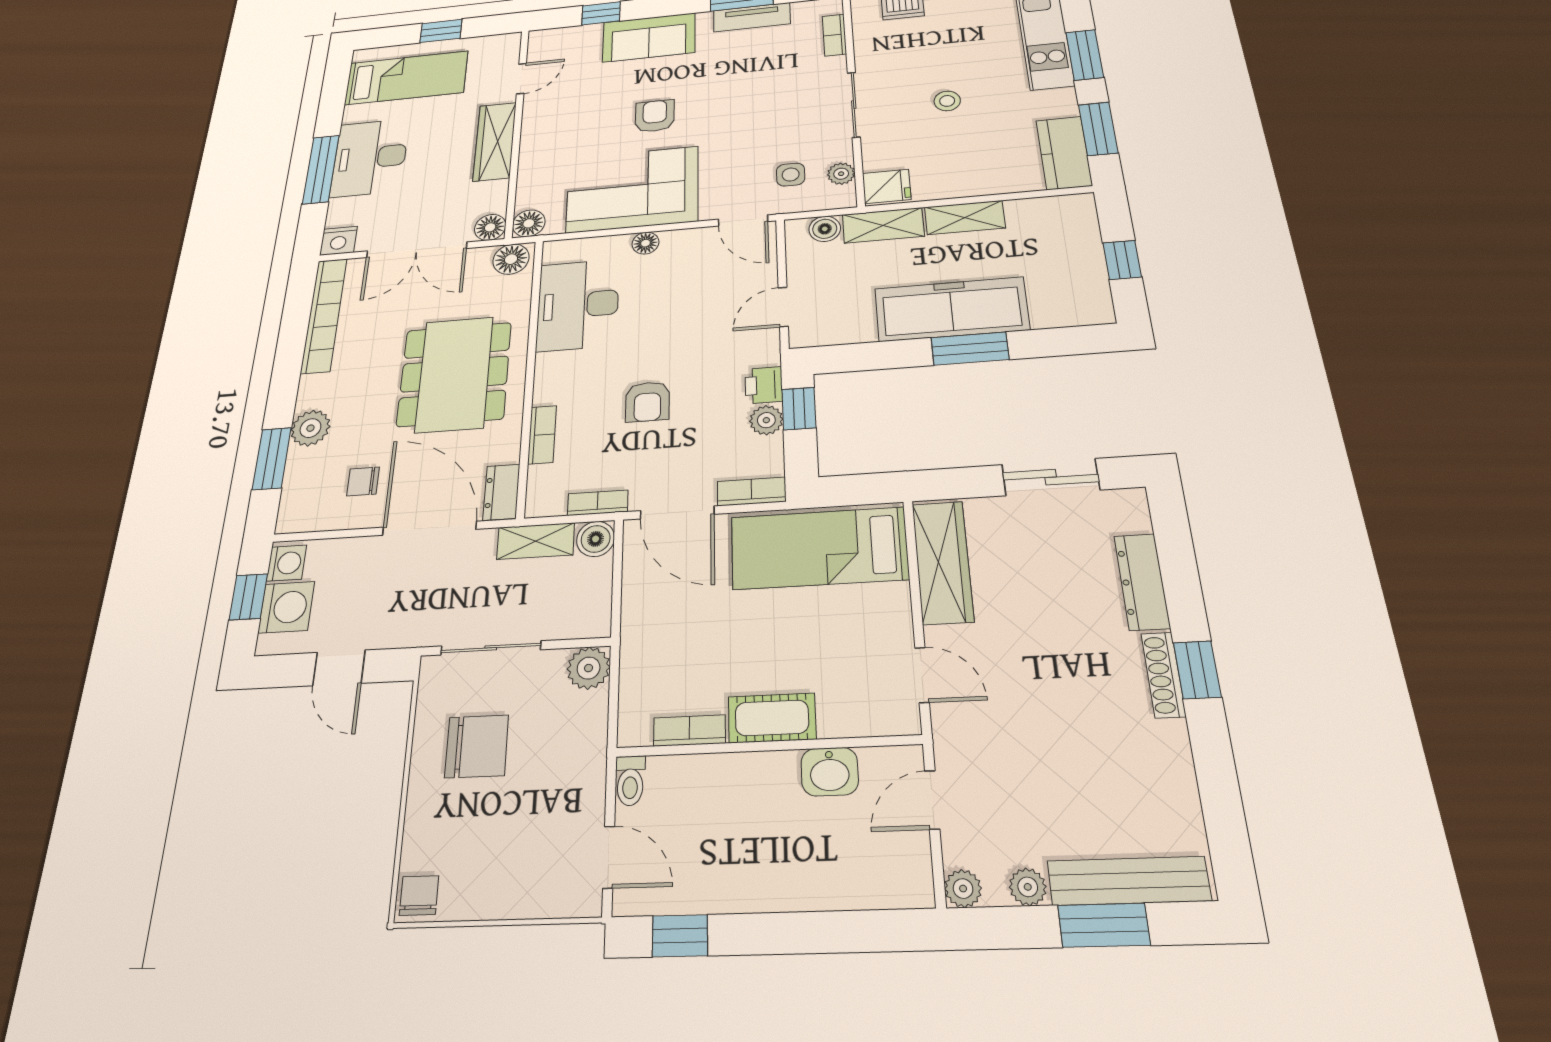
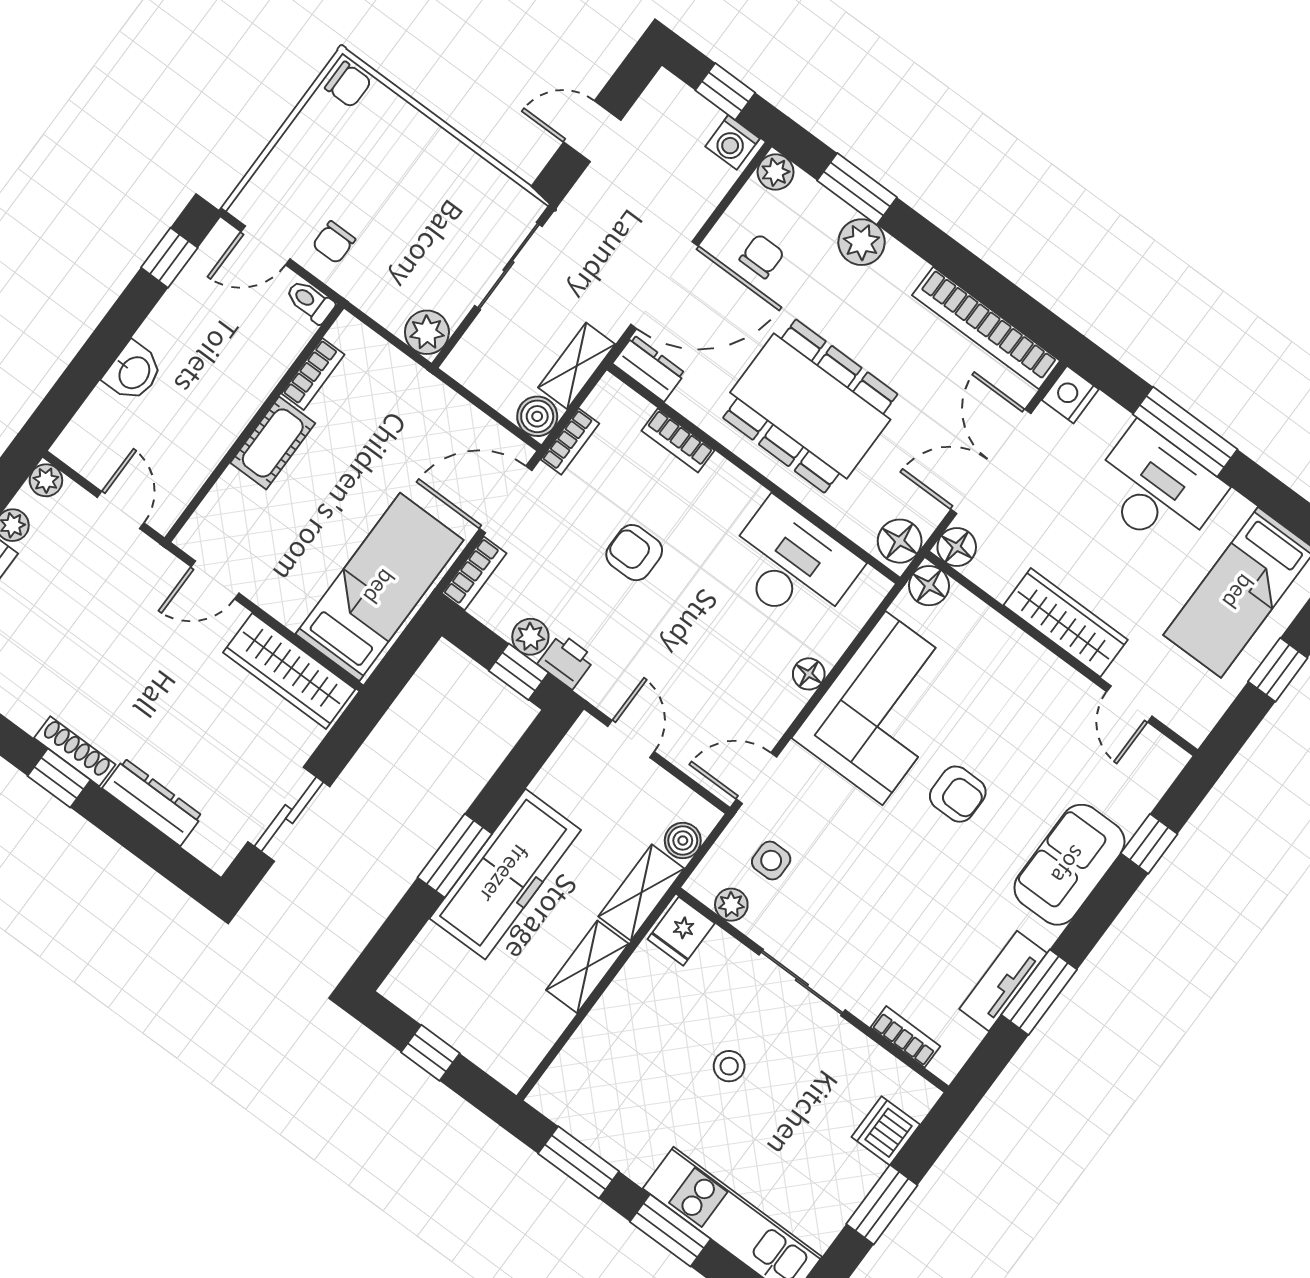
kitchen counter: (1064, 153) -> (579, 1110), removed
plant: (292, 518) -> (776, 172), added
washing machine: (286, 607) -> (688, 119), removed
chair: (477, 746) -> (334, 242), moved, width x0.54, depth x0.54
washbasin: (830, 772) -> (133, 372), moved, turned 180

